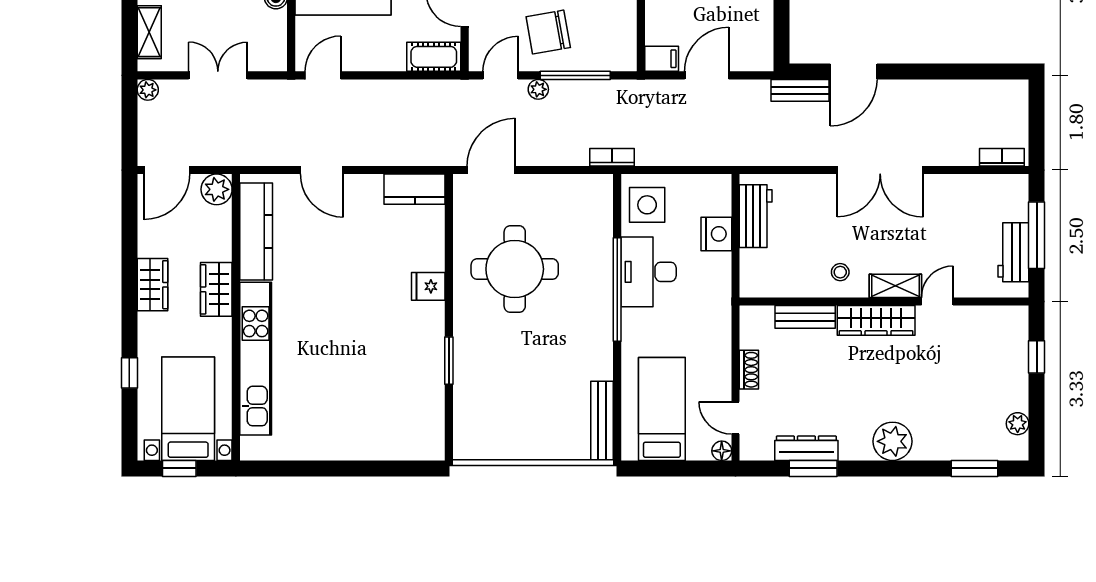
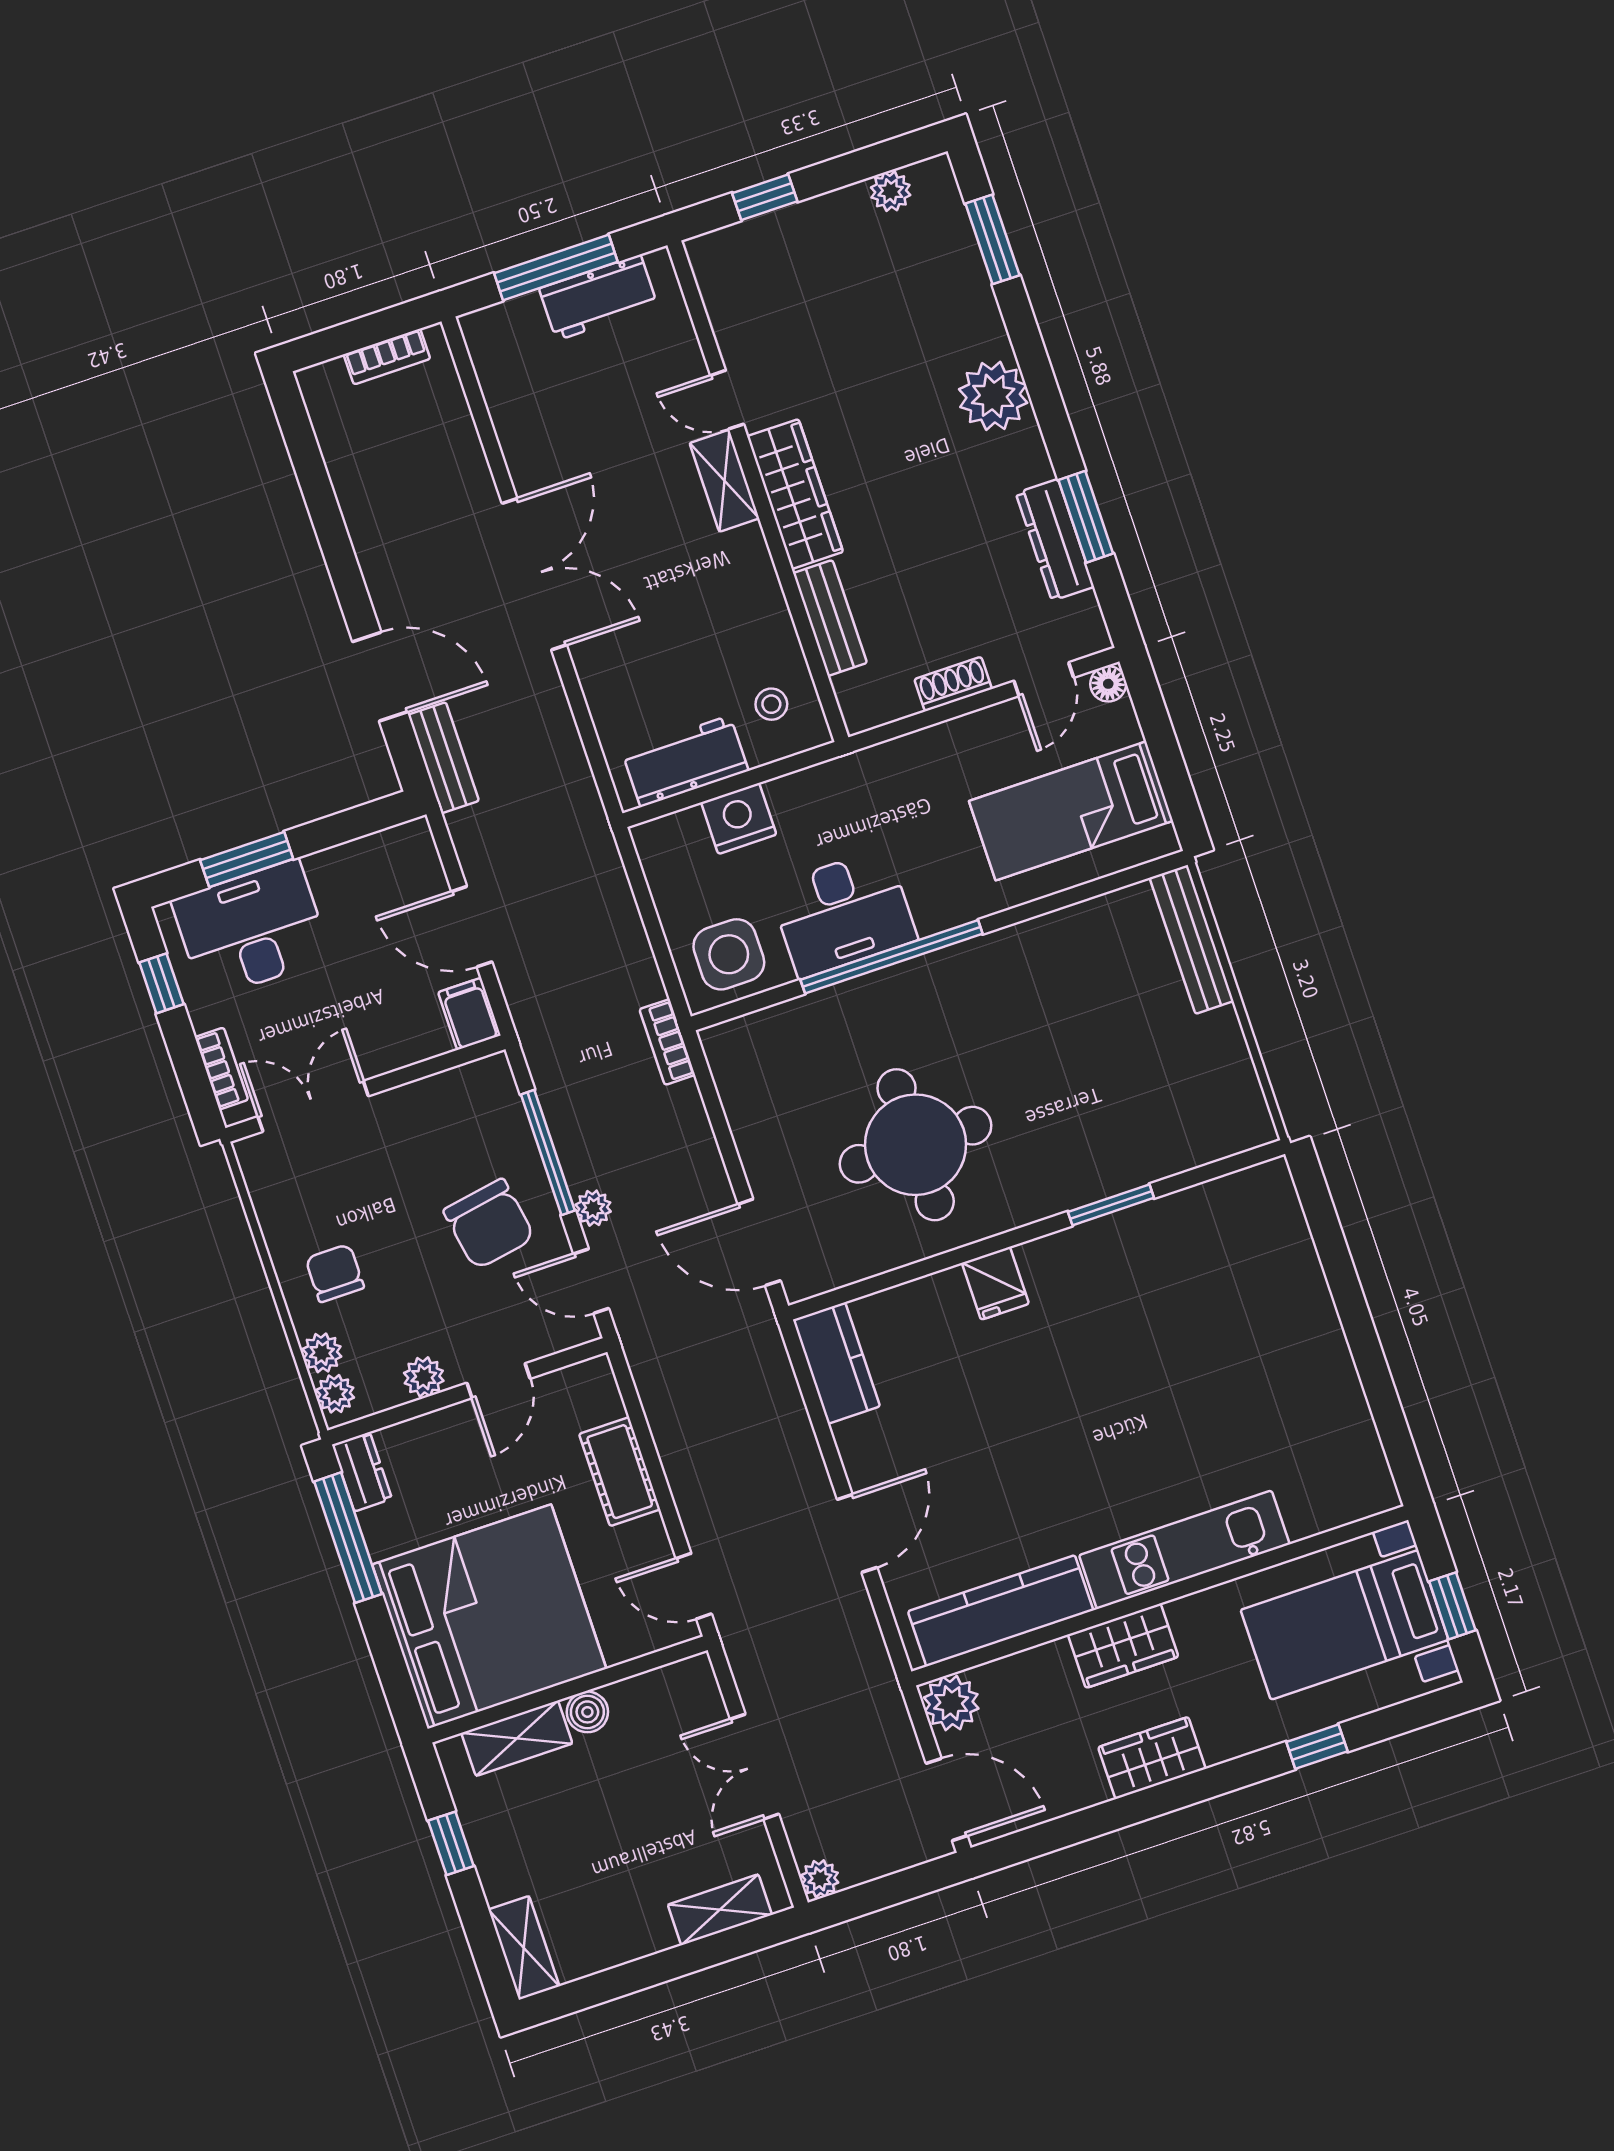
cot: (434, 57) -> (620, 1472), moved
bookcase: (1002, 157) -> (387, 357), moved, turned -90
stool: (840, 272) -> (771, 704), moved
kitchen unit: (256, 359) -> (1184, 1550), width x0.73
bench: (602, 421) -> (1192, 939), moved, turned 90

